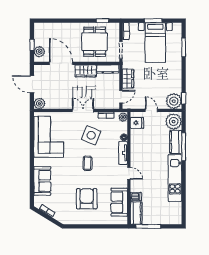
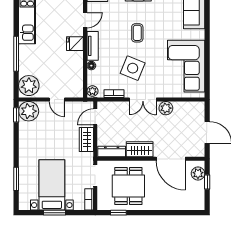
plant: (39, 104) -> (166, 108), moved
fridge: (137, 123) -> (75, 44), moved
kitchen counter: (176, 142) -> (26, 60), removed
door: (129, 173) -> (85, 20), swing flipped

